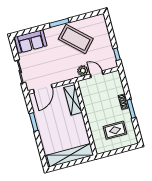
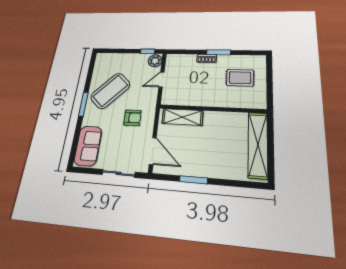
armchair: (61, 65) -> (133, 118), added
plant: (83, 71) -> (155, 61), moved
rug: (115, 130) -> (240, 78), turned 90

